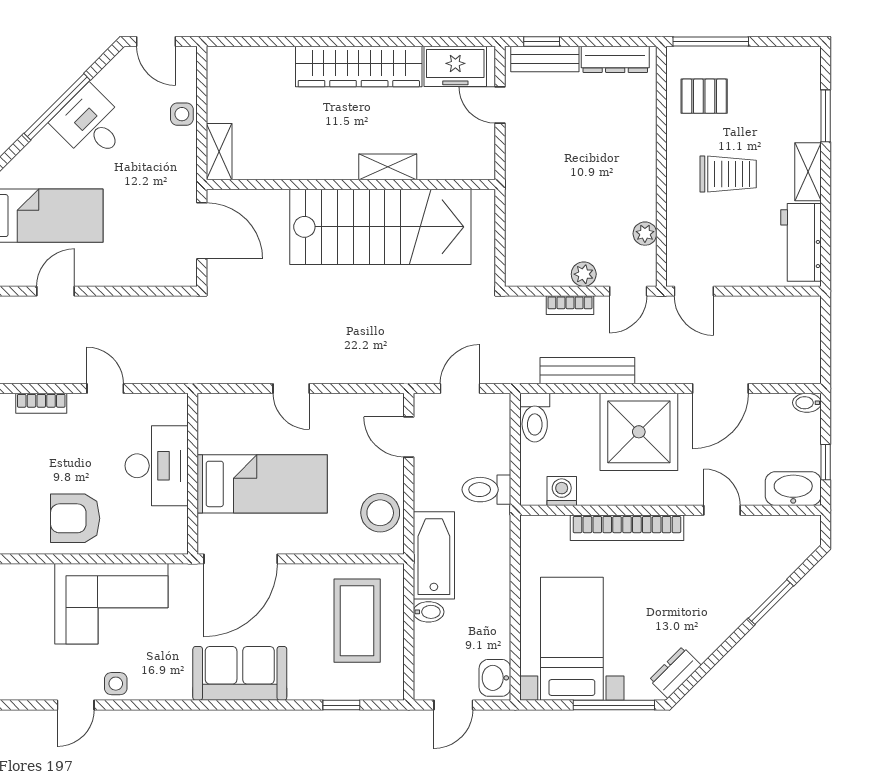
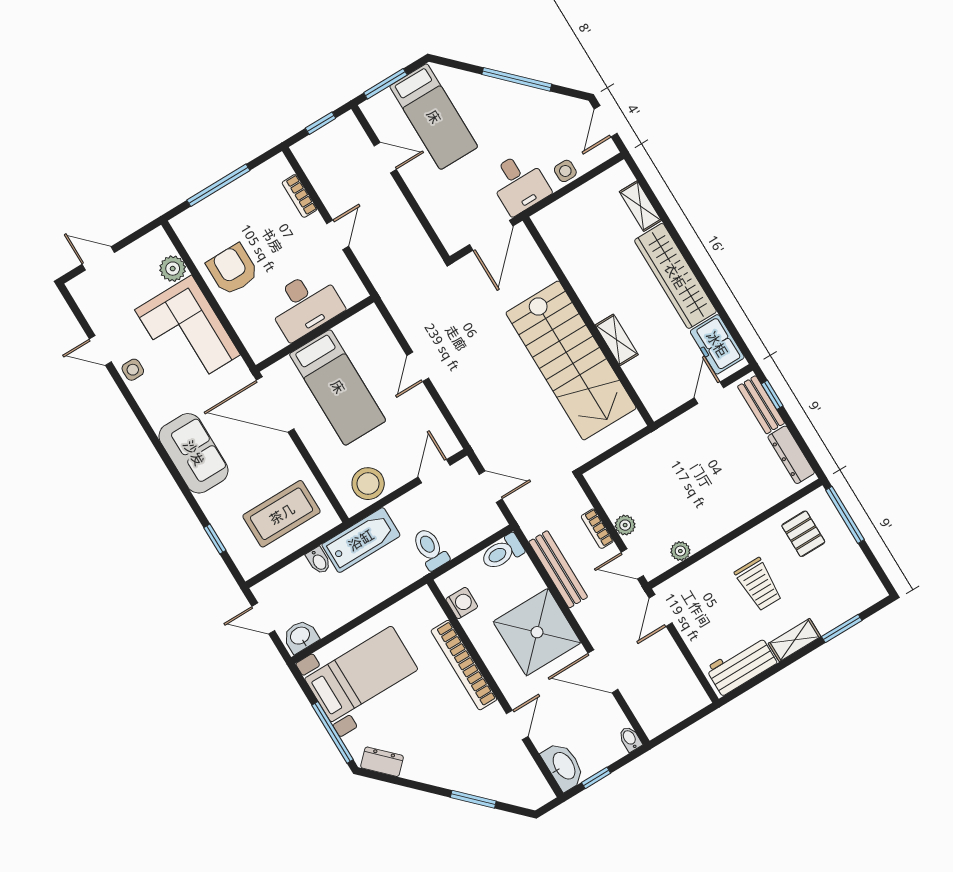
desk: (91, 124) -> (519, 183), moved, turned 135
shelving: (219, 152) -> (640, 206), moved, turned 90
plant: (37, 579) -> (173, 269), added

